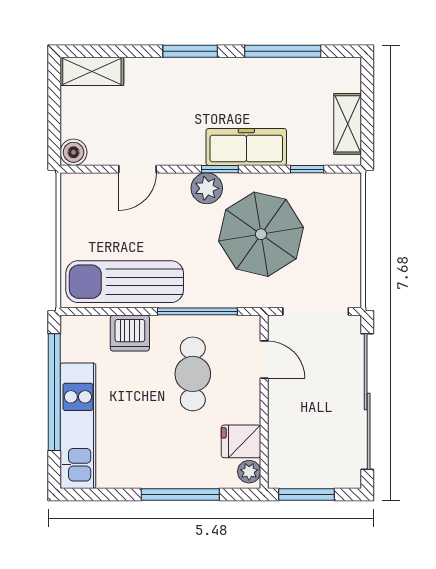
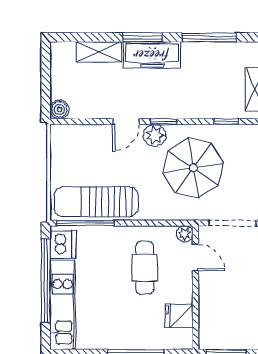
shelving: (92, 71) -> (99, 52), moved
freezer: (246, 147) -> (152, 55), moved, turned 180
door: (137, 169) -> (126, 122), moved
window: (197, 311) -> (85, 223), moved
dishwasher: (130, 333) -> (63, 244), moved, turned -90
plant: (249, 472) -> (185, 234), moved

